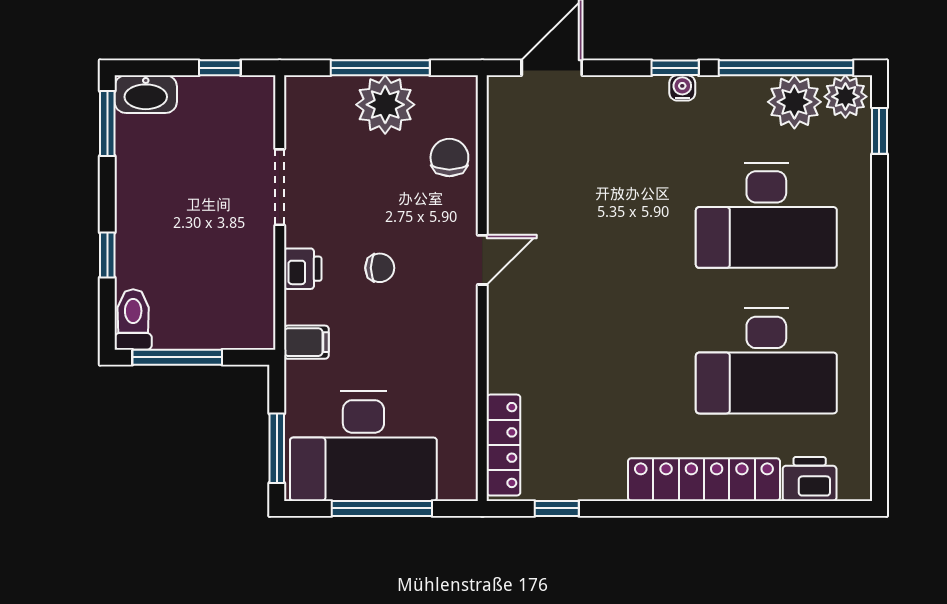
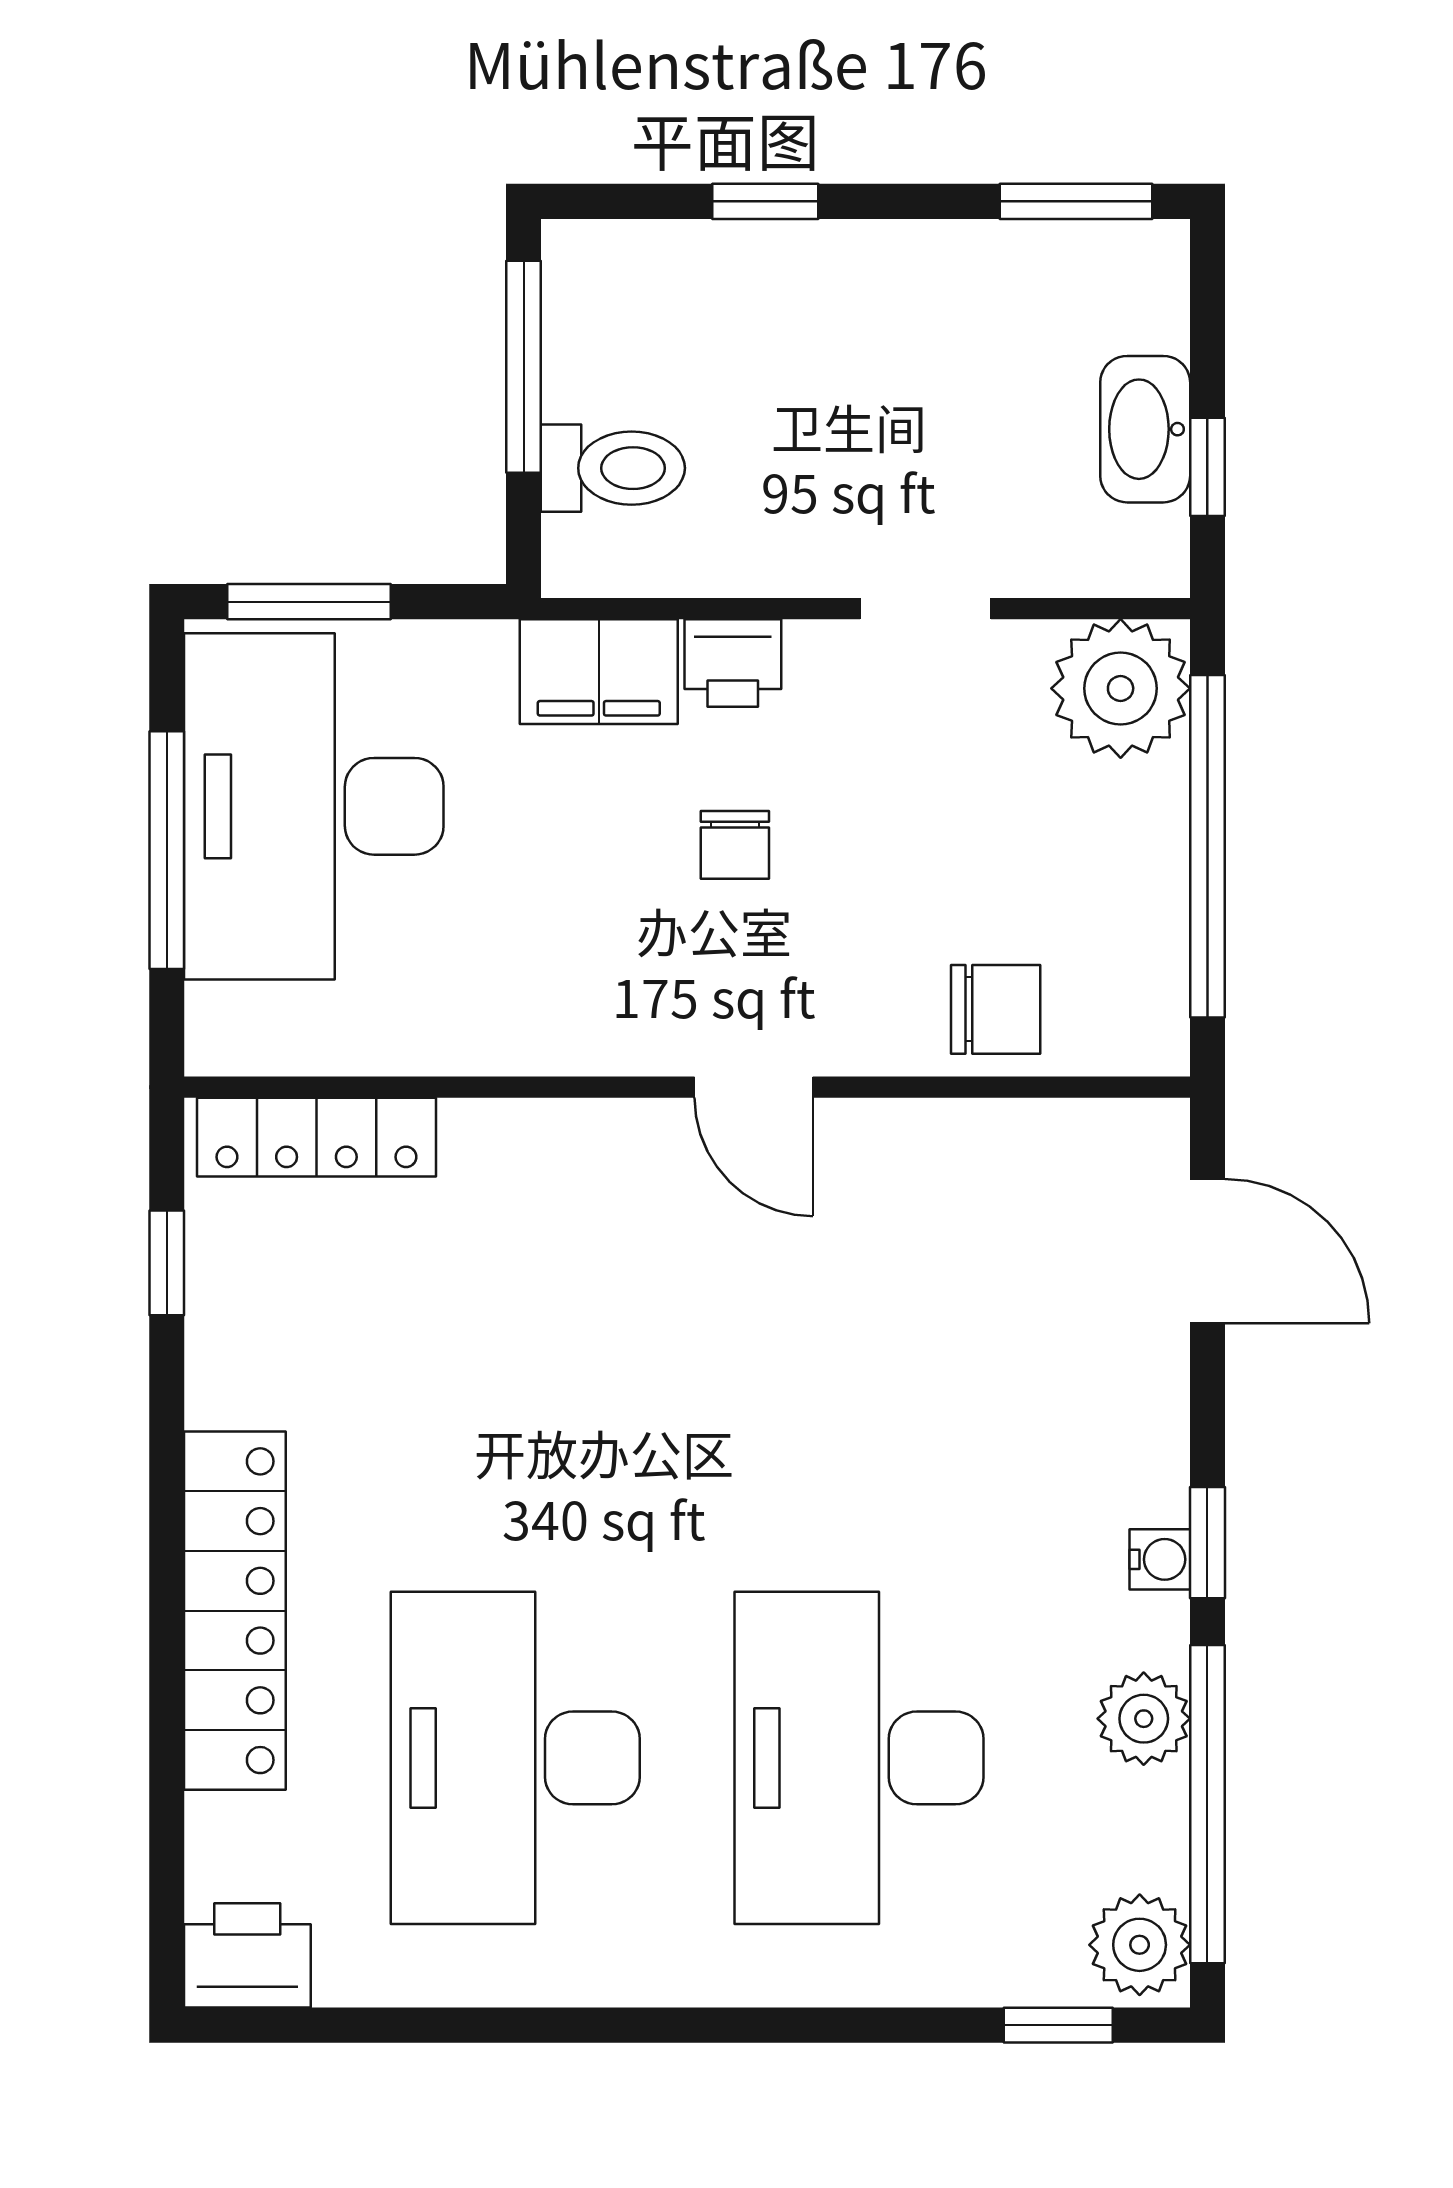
window: (380, 68) -> (1207, 846), width x1.46
washbasin: (146, 94) -> (1145, 429), moved
plant: (794, 102) -> (1144, 1719), moved, width x0.73, depth x0.73
plant: (385, 105) -> (1121, 688), moved
doorway: (280, 187) -> (926, 609), width x0.73
toilet: (133, 320) -> (613, 468), moved
filing cabinet: (306, 342) -> (599, 672), width x2.00
printer: (810, 479) -> (247, 1955), moved, turned -90

